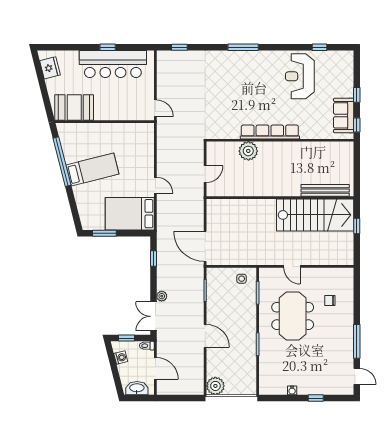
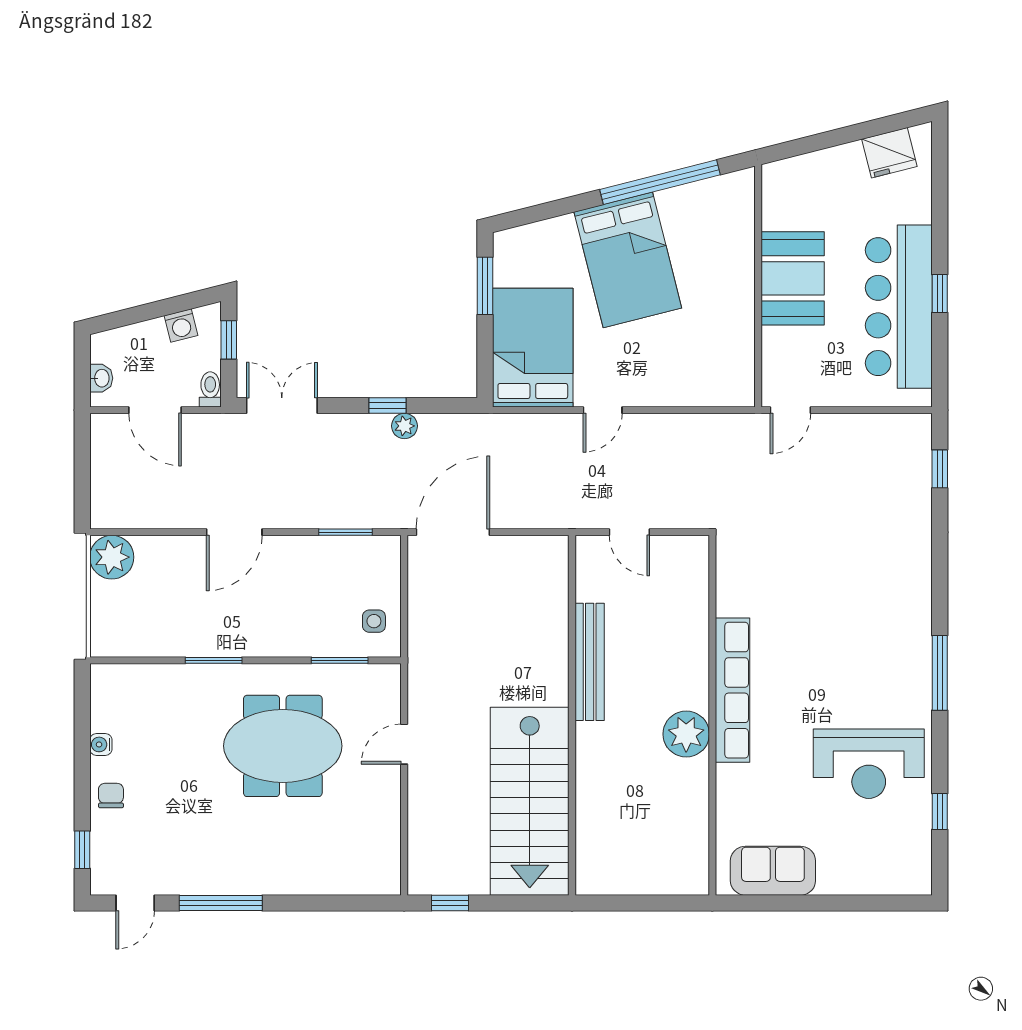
window: (243, 47) -> (940, 673), moved
reception desk: (300, 76) -> (869, 764), turned 180
window: (357, 95) -> (823, 903), removed
booth: (74, 107) -> (793, 278), moved
window: (357, 125) -> (750, 903), removed
plant: (248, 151) -> (686, 734), moved
bed: (92, 169) -> (628, 260), width x1.50
bench: (325, 190) -> (590, 662), moved
window: (357, 226) -> (450, 903), moved
window: (153, 258) -> (387, 406), moved
plant: (162, 296) -> (404, 426), moved
chair: (330, 300) -> (111, 796), moved
door: (155, 368) -> (155, 410), hinge flipped
washbasin: (137, 388) -> (101, 378), width x0.52, depth x0.69
window: (316, 398) -> (82, 850), moved

